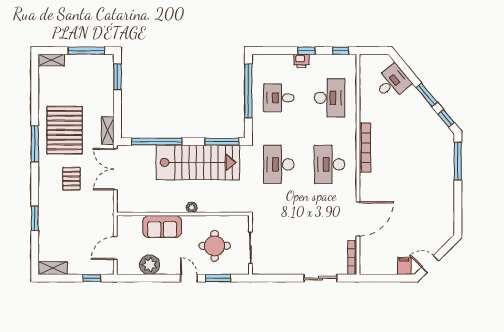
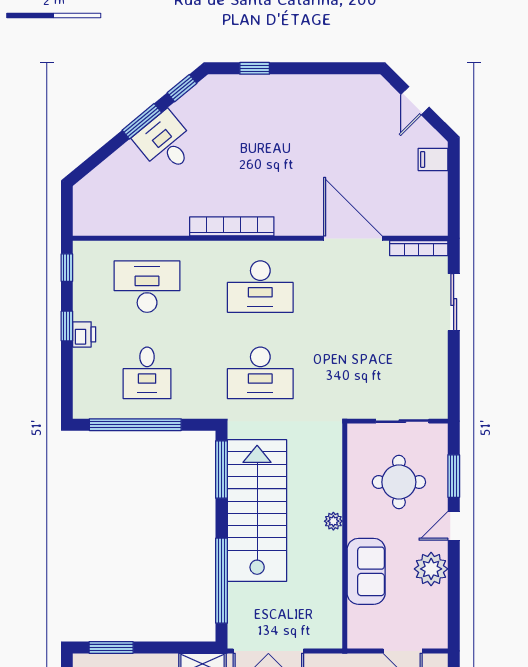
desk: (392, 82) -> (166, 143), moved
window: (458, 161) -> (255, 68), width x0.46
door: (430, 264) -> (415, 101), moved
plant: (150, 265) -> (431, 569), moved

